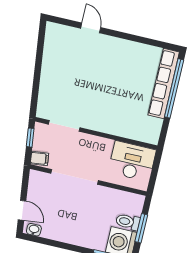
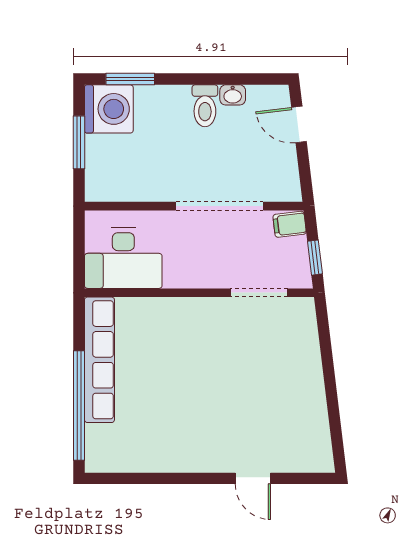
row of seats: (164, 83) -> (99, 360), moved
toilet: (128, 222) -> (205, 106), moved, turned 90
washbasin: (34, 230) -> (233, 95), moved

